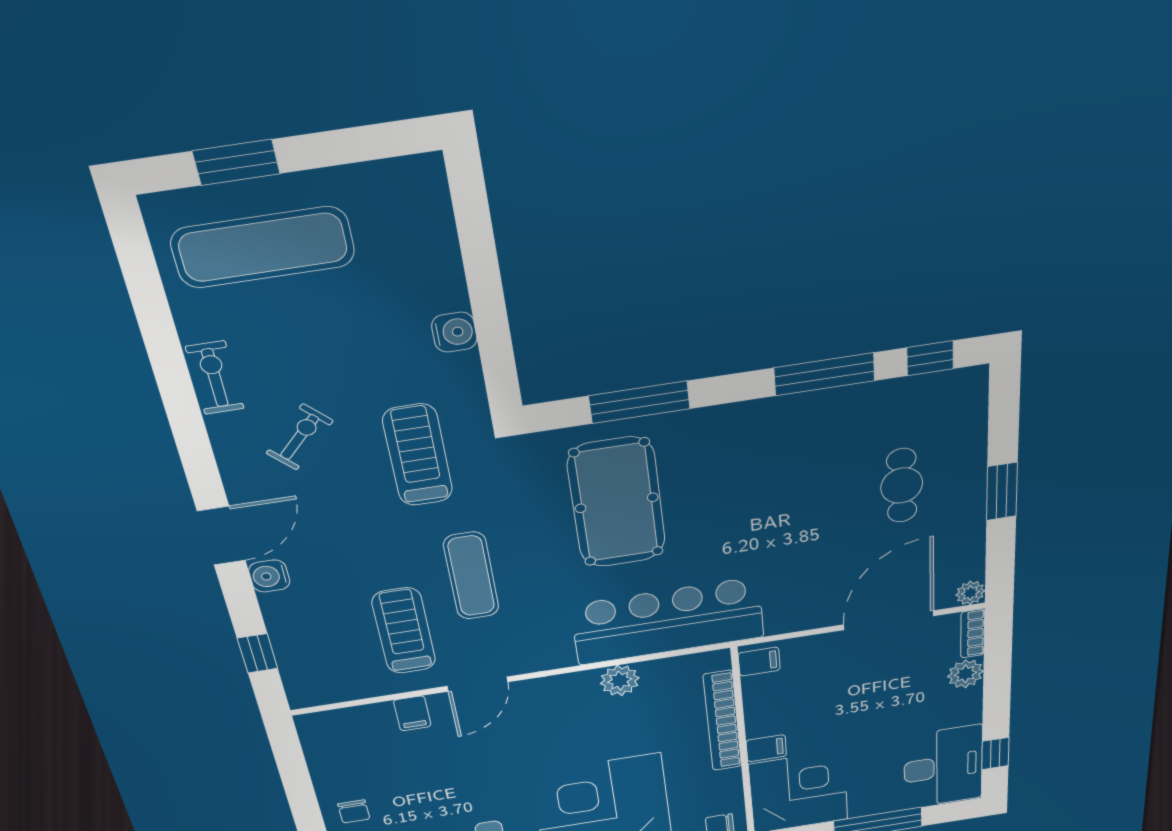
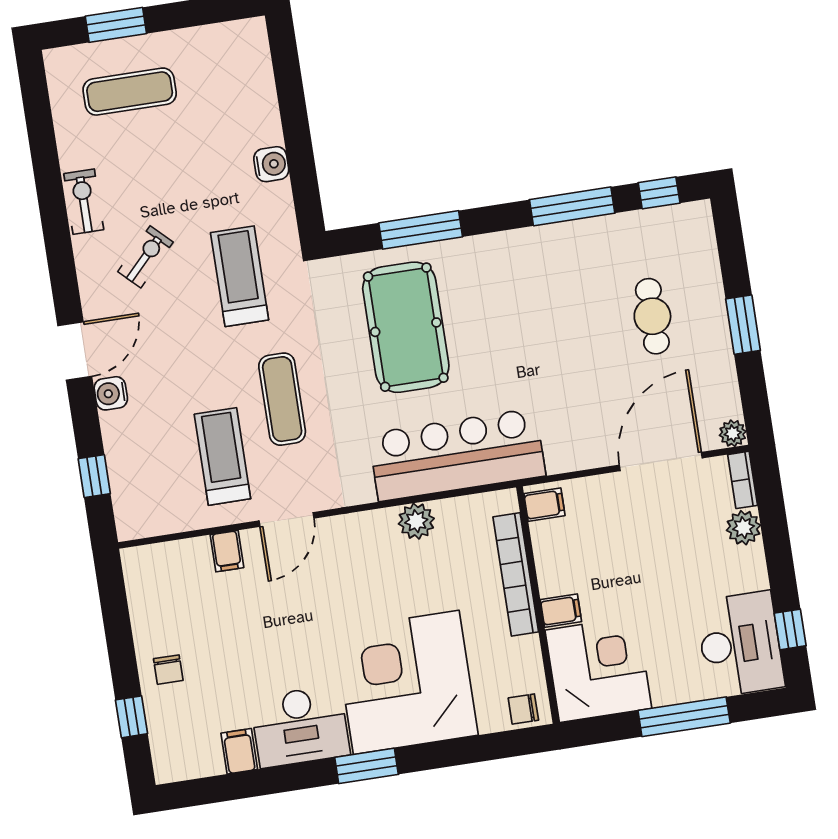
exercise mat: (263, 247) -> (130, 92), width x0.73, depth x0.69

